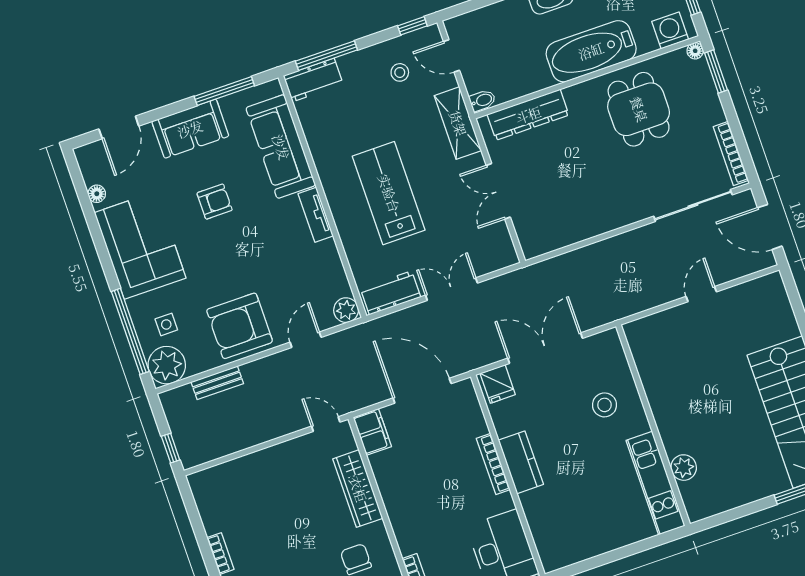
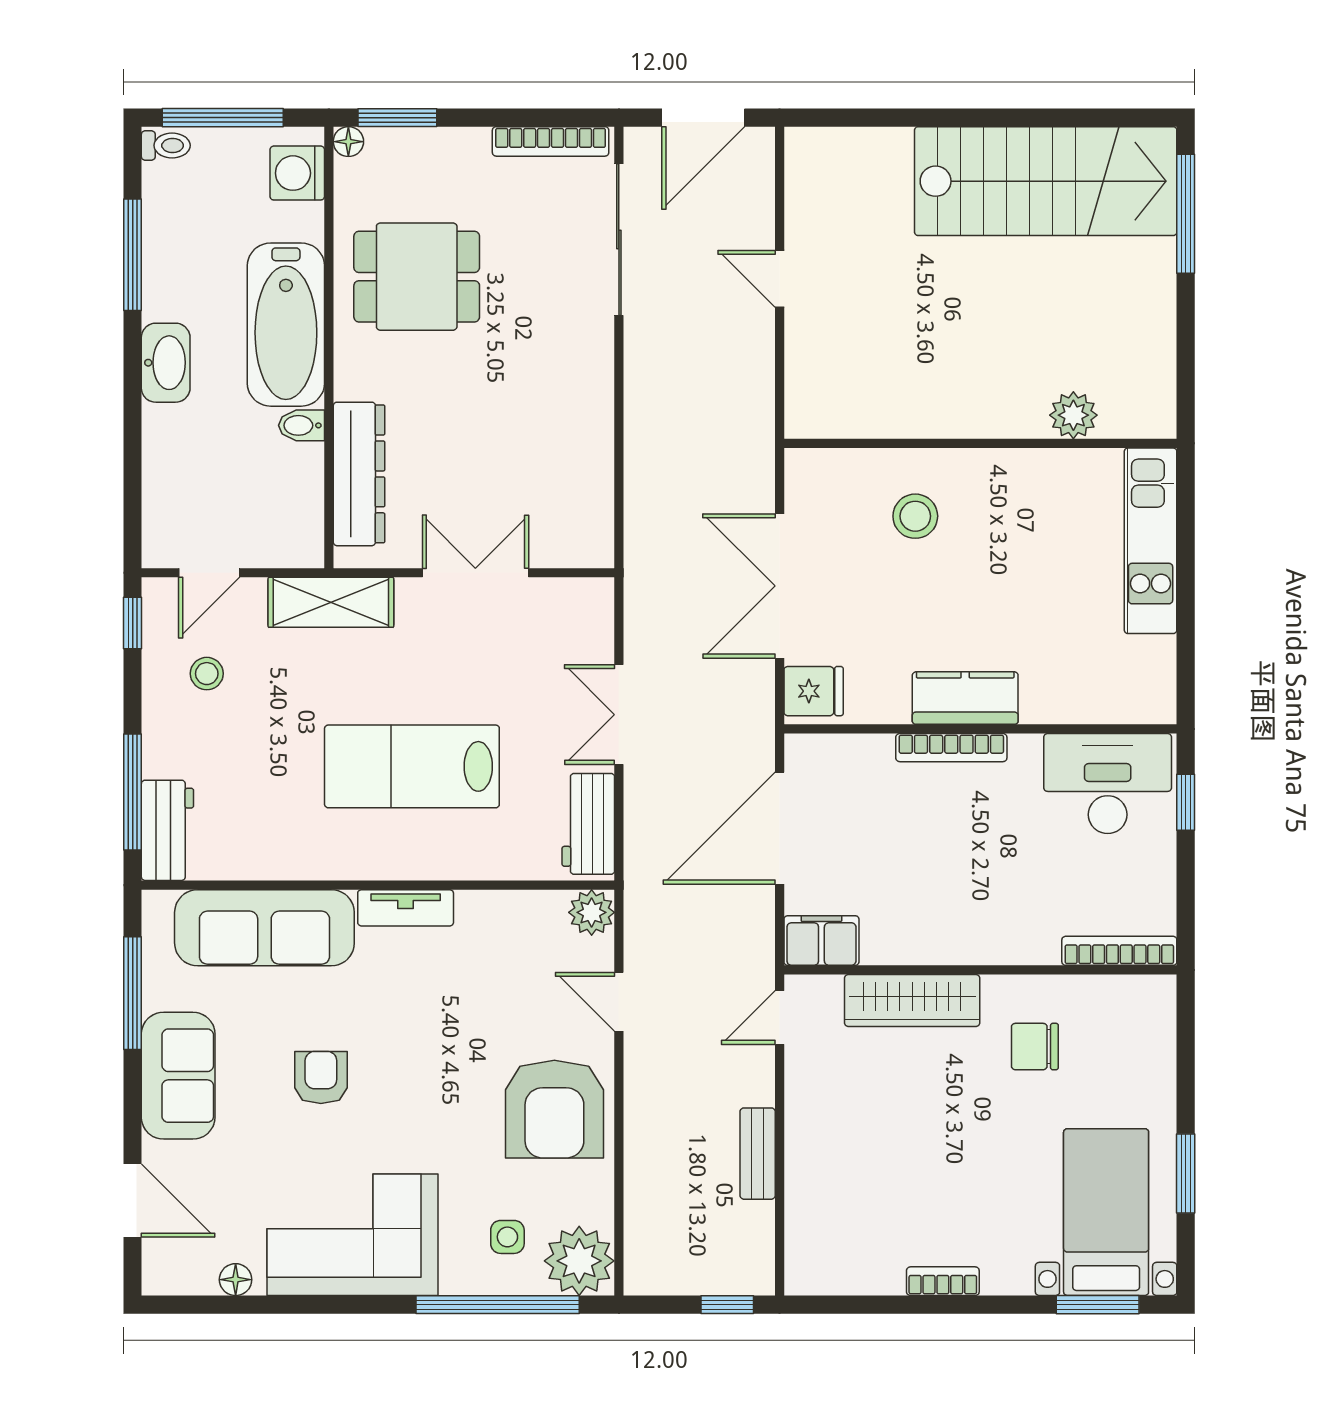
bidet: (482, 100) -> (302, 425), moved, turned -90
double door: (498, 191) -> (475, 573), swing flipped
bench: (217, 383) -> (758, 1154), moved
kitchen unit: (656, 483) -> (1151, 541), moved, turned 90

